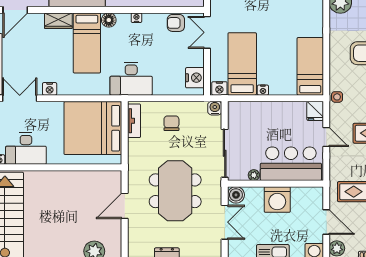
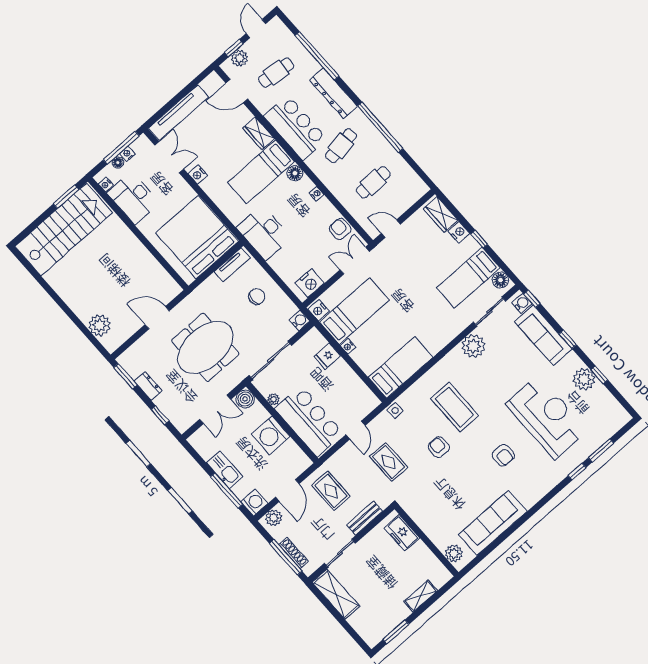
fridge: (315, 111) -> (327, 356), moved

